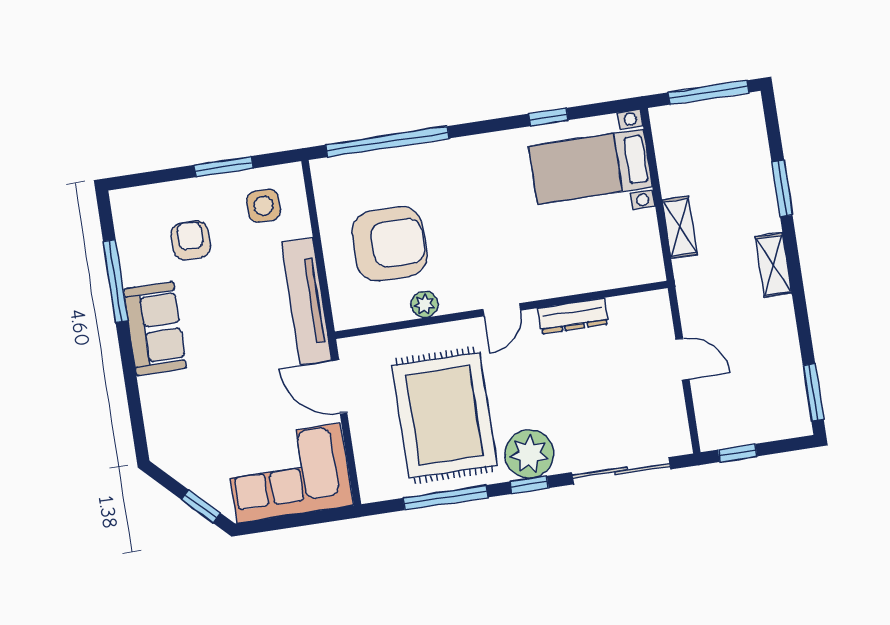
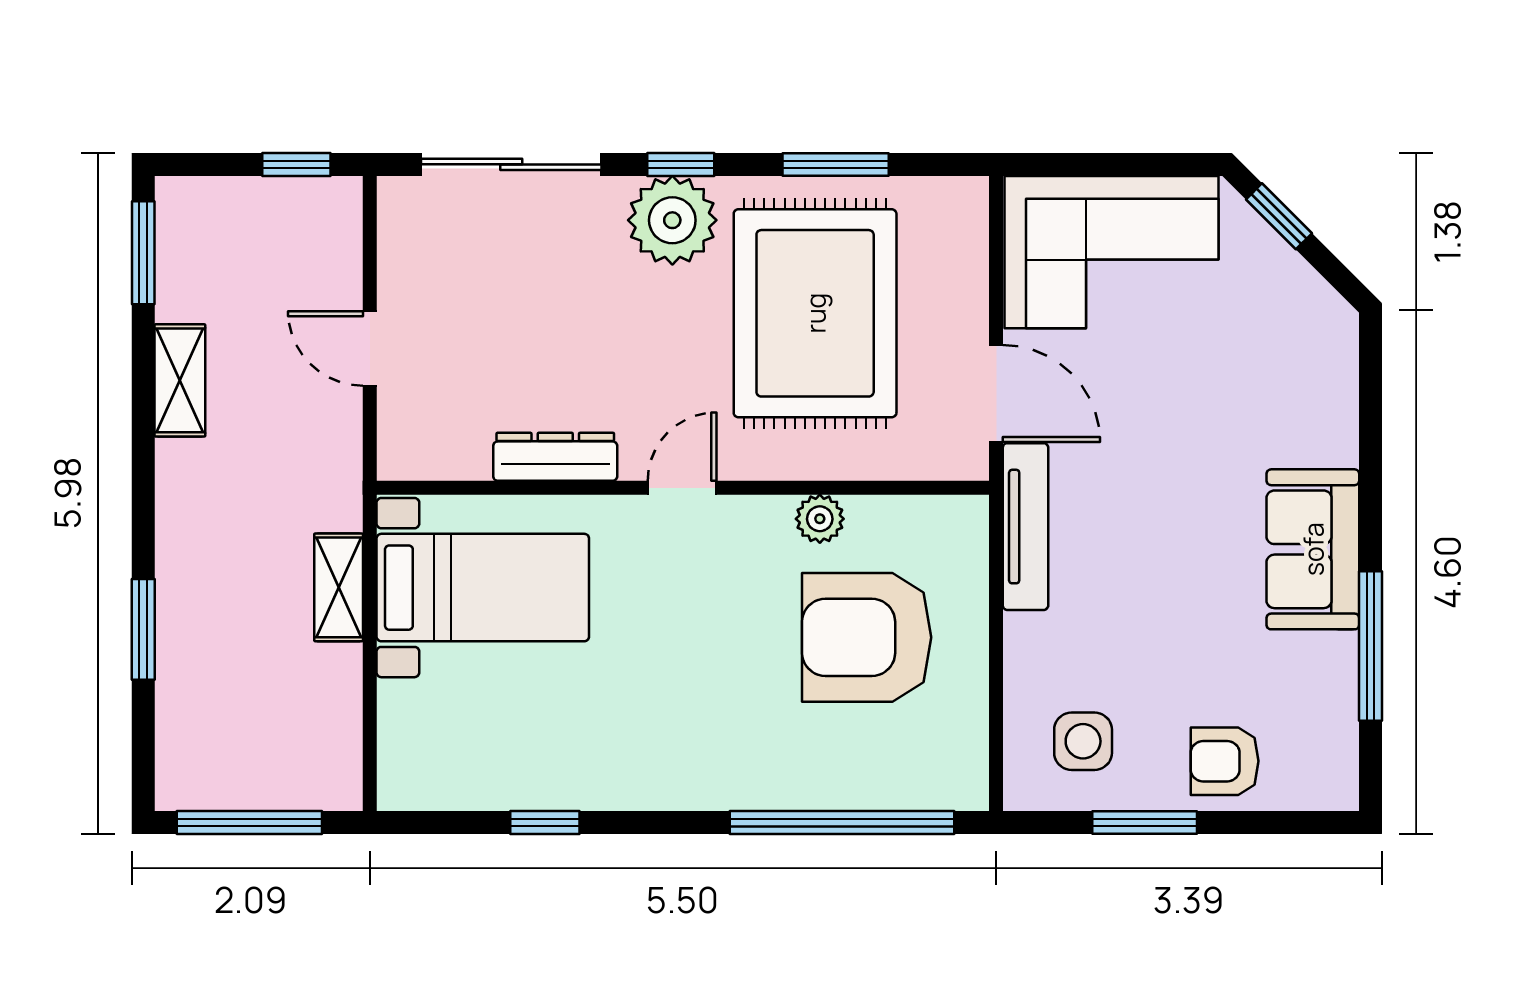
bed with nightstands: (590, 167) -> (483, 588), moved
armchair: (191, 240) -> (1225, 761), moved, turned 90
shelving: (773, 265) -> (180, 380), moved
tv unit: (307, 301) -> (1025, 527), width x0.73, depth x0.78
window: (445, 498) -> (836, 164), width x0.69

